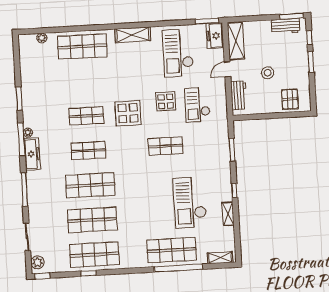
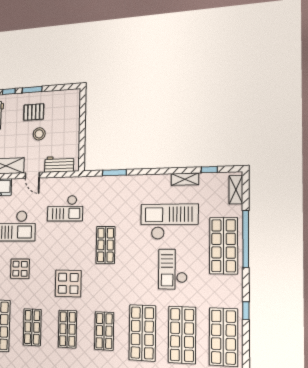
shop shelf: (84, 81) -> (32, 327), added
pallet: (290, 99) -> (34, 112), moved
display table: (166, 101) -> (20, 269), moved
window: (234, 190) -> (209, 170), moved
checkout: (190, 202) -> (169, 222), turned 180
checkout: (148, 208) -> (173, 269), added
window: (88, 273) -> (246, 311), moved

